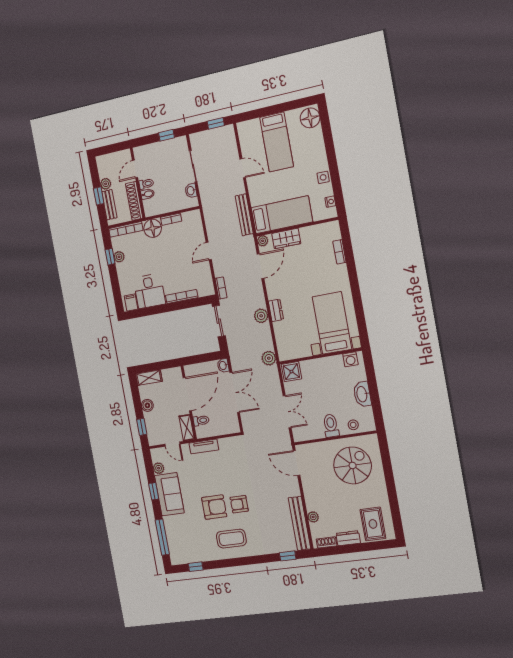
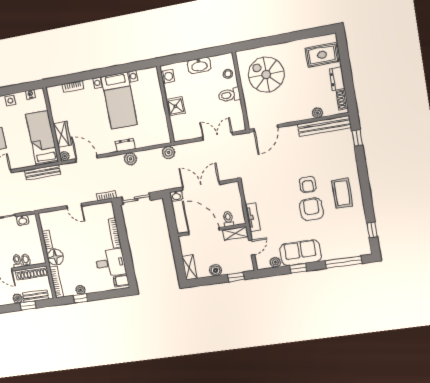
bed with nightstands: (332, 323) -> (119, 101), moved, turned -90
shower: (291, 372) -> (175, 106), moved

